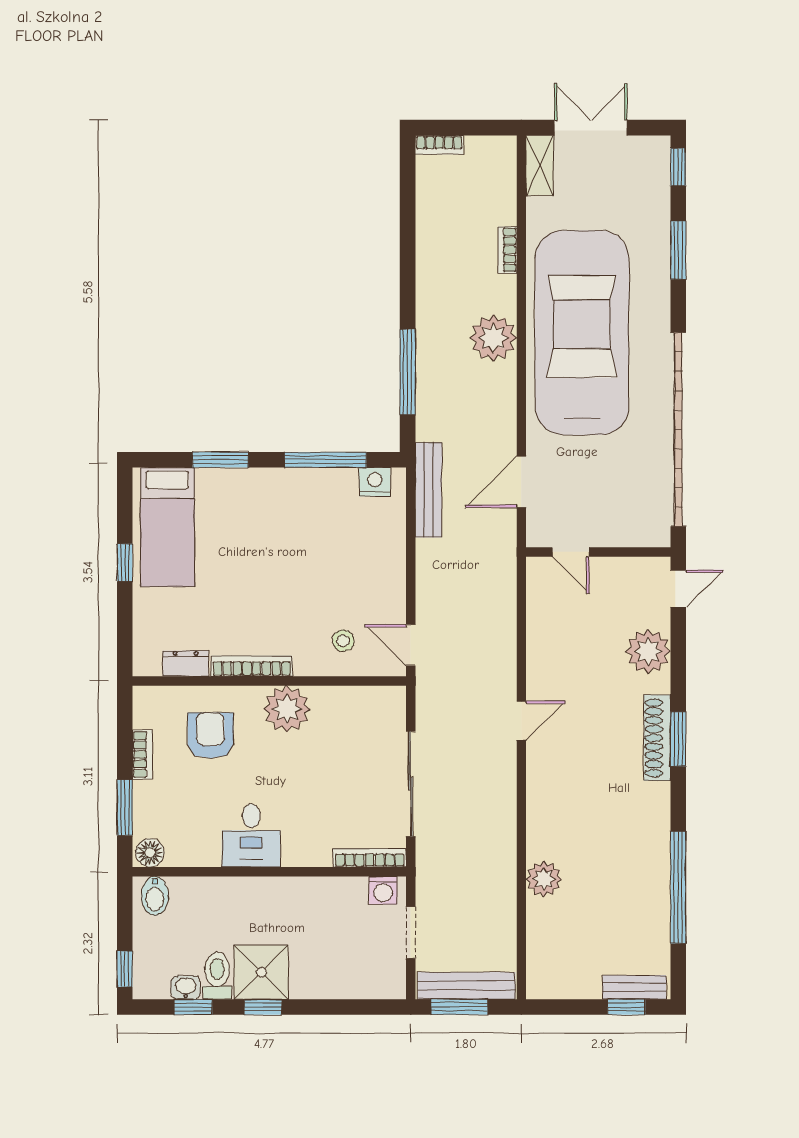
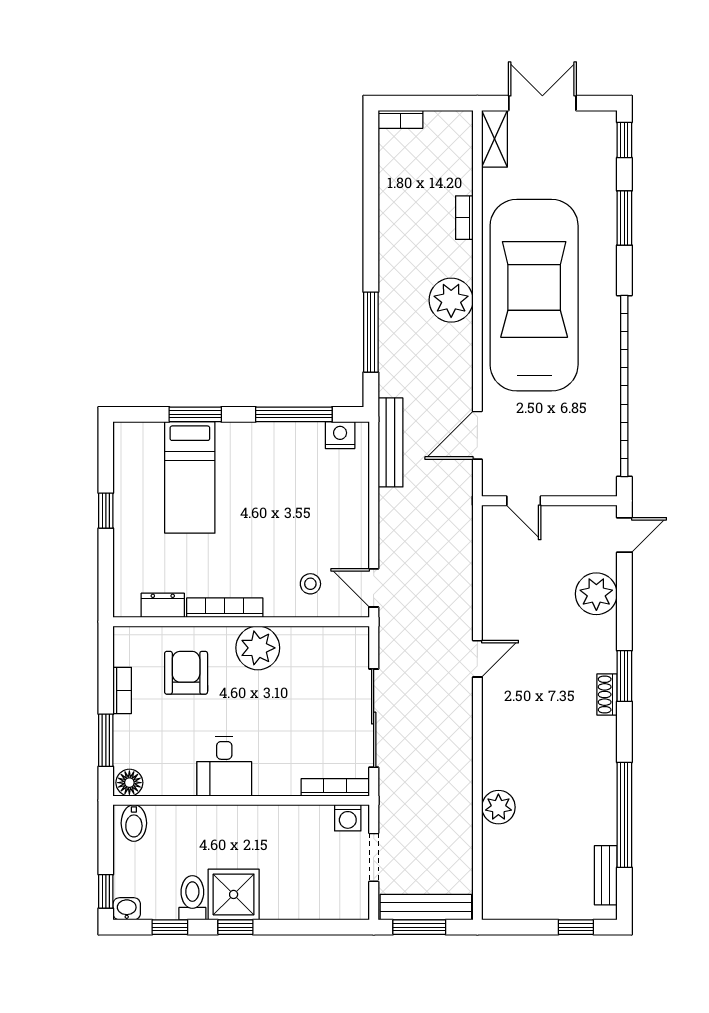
bed: (168, 527) -> (190, 477), moved
shoe rack: (657, 738) -> (607, 694), width x0.51, depth x0.81
washbasin: (186, 987) -> (127, 909), moved
bench: (634, 987) -> (606, 875), moved, turned 90

